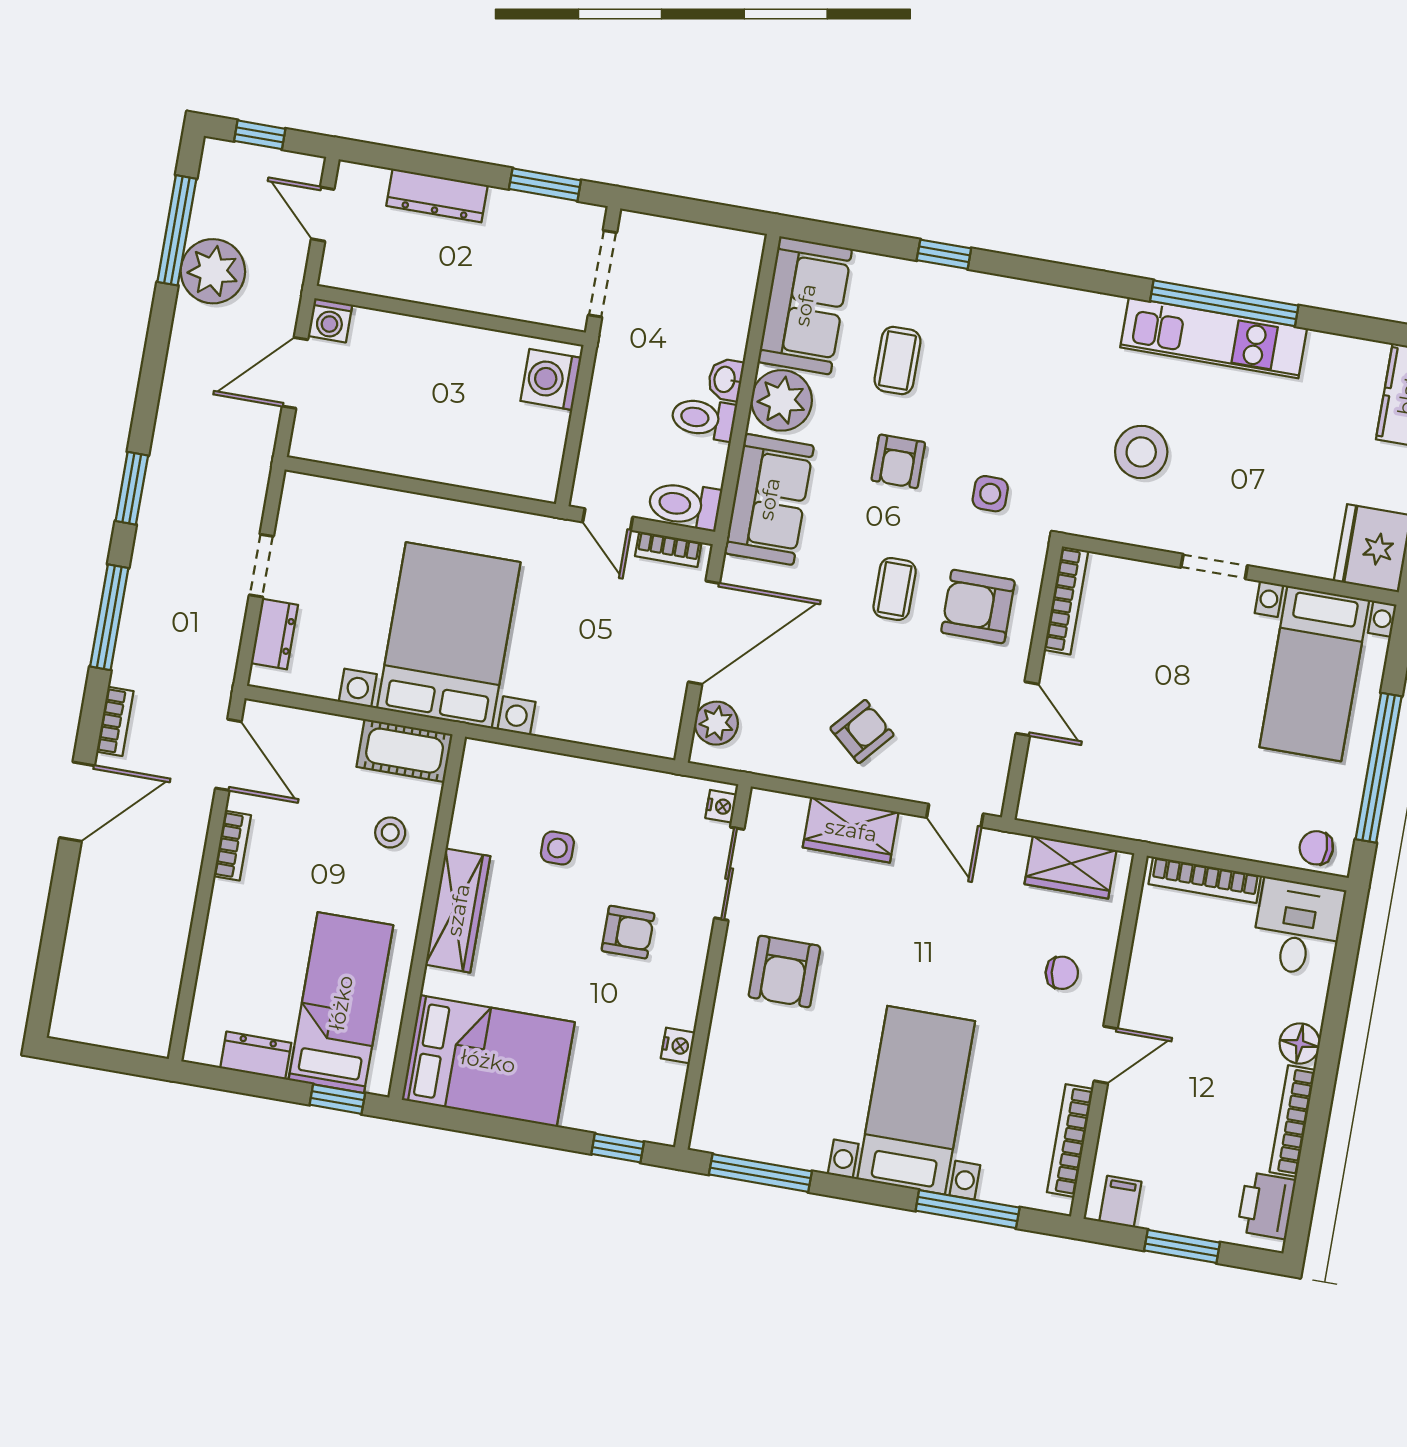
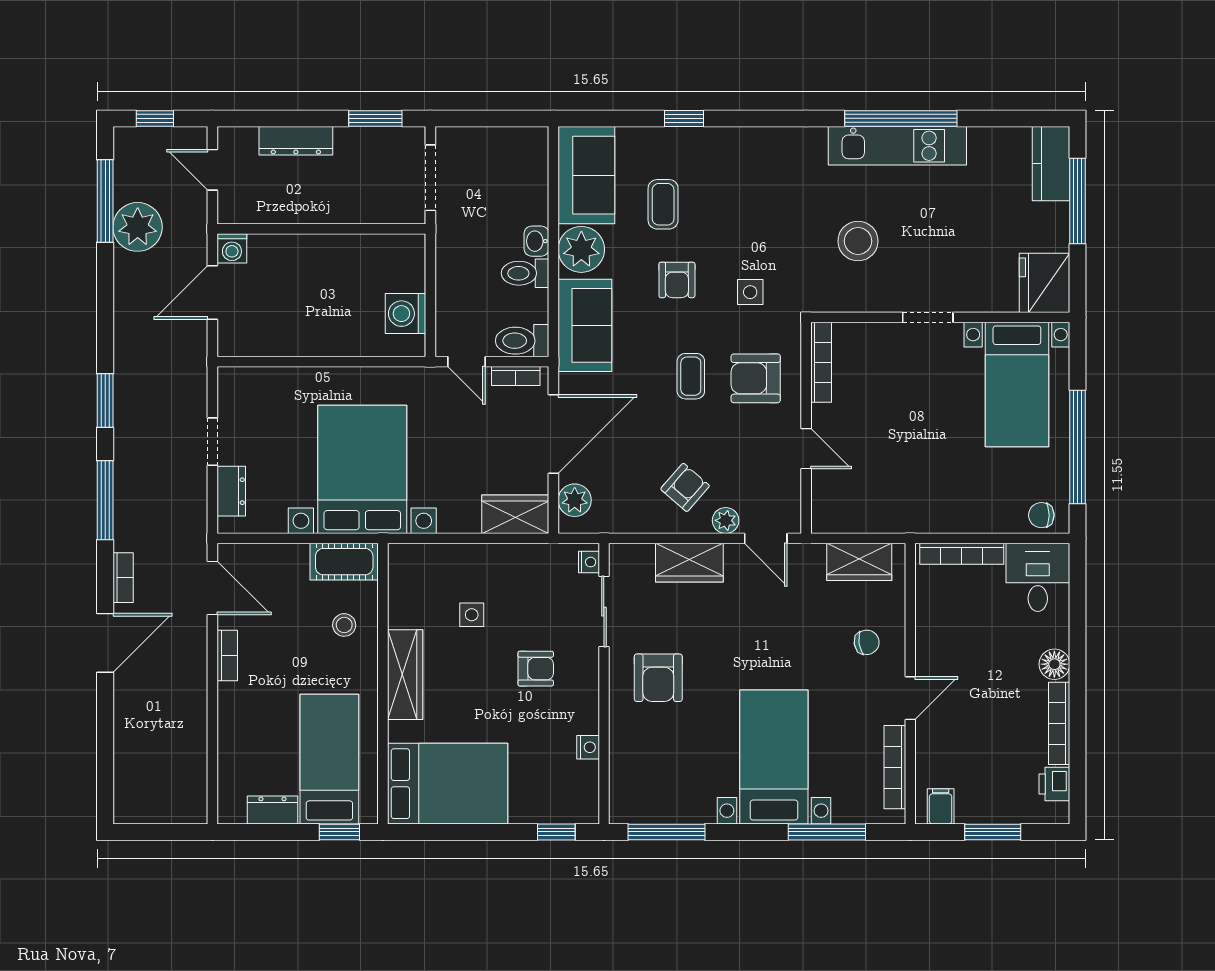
washing machine: (551, 379) -> (405, 314), moved
wardrobe: (637, 728) -> (515, 514), added
plant: (907, 783) -> (726, 520), added
printer: (1266, 1206) -> (1054, 784), width x0.73, depth x0.81

